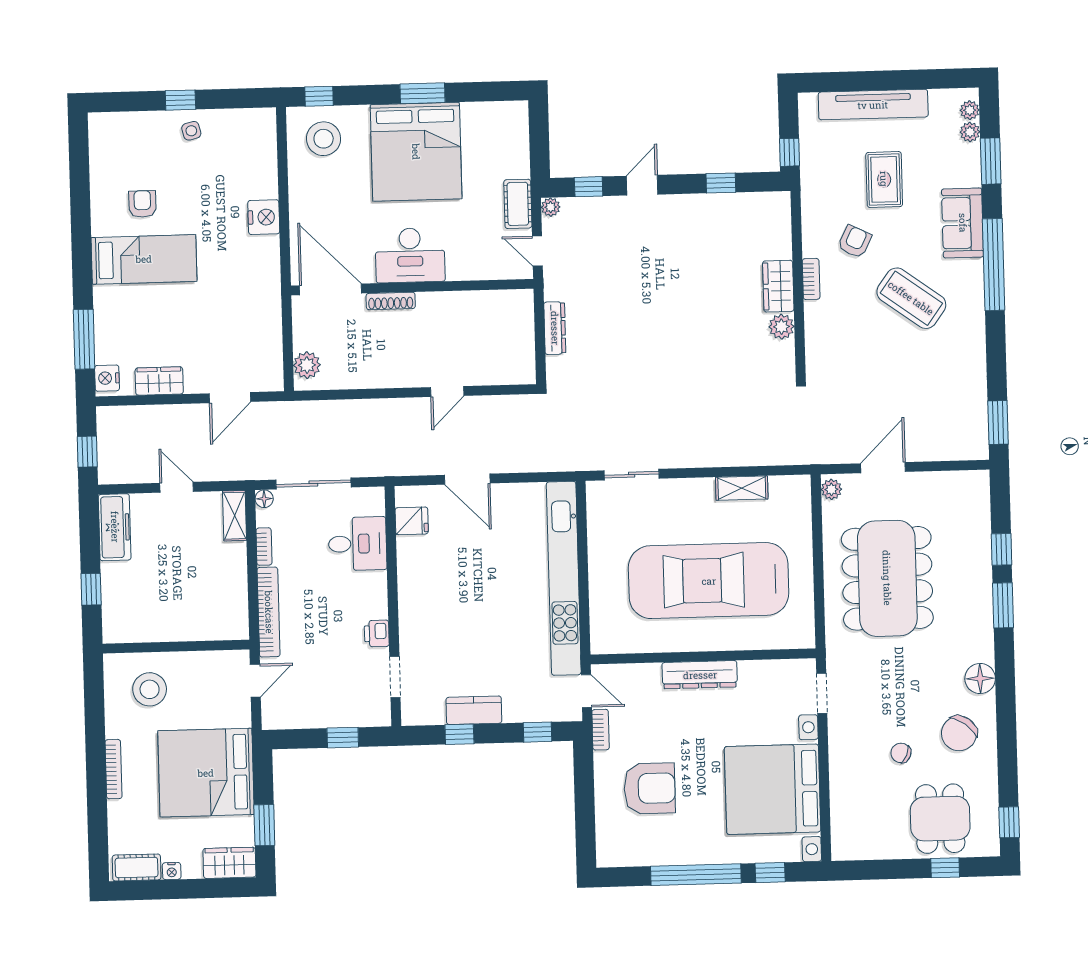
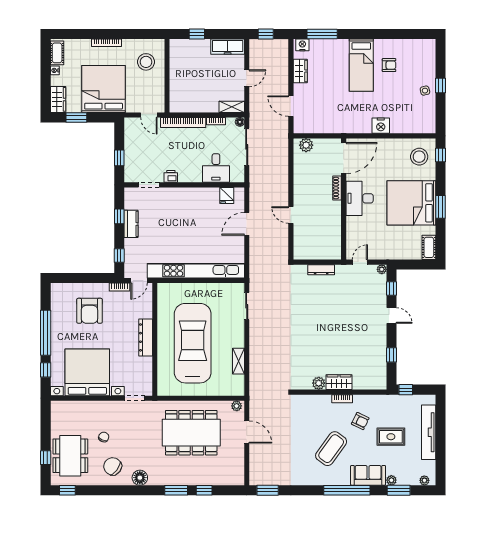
plant: (970, 132) -> (391, 480), moved
cot: (518, 204) -> (429, 247), moved, turned 90
dining table: (940, 819) -> (70, 456), width x1.38

